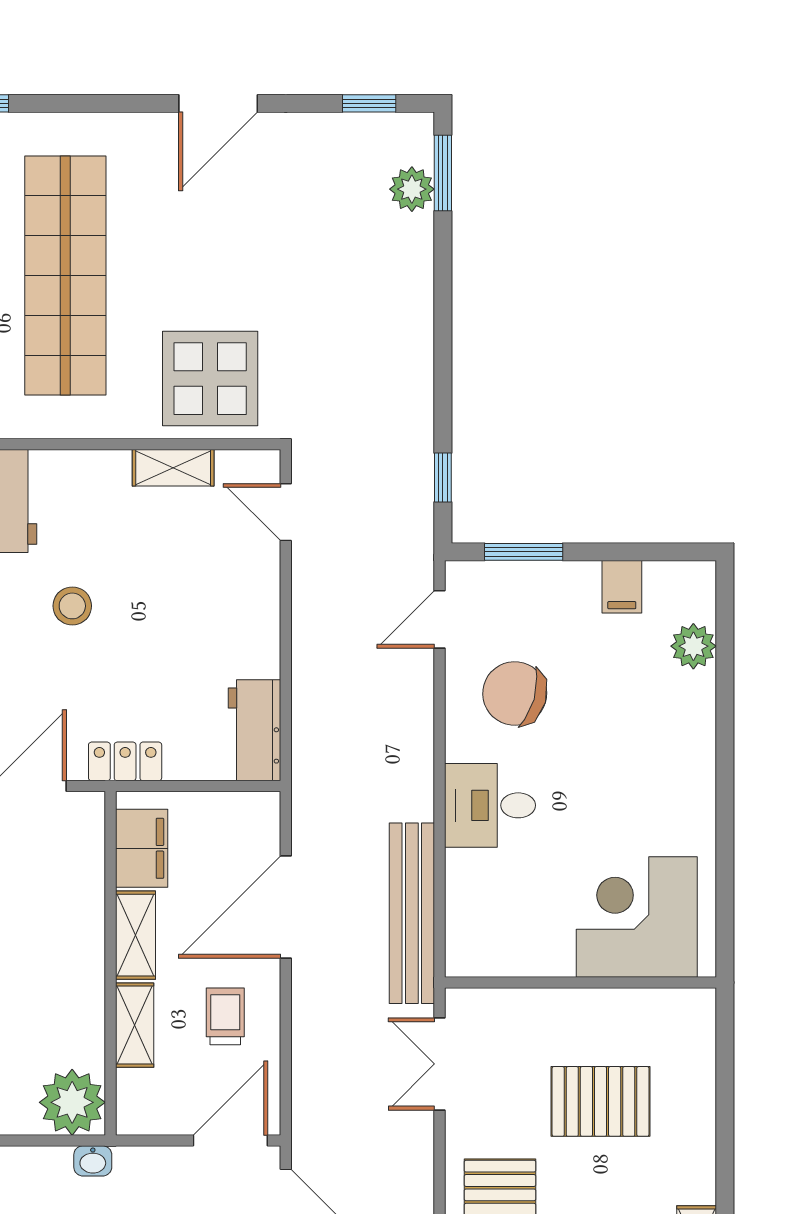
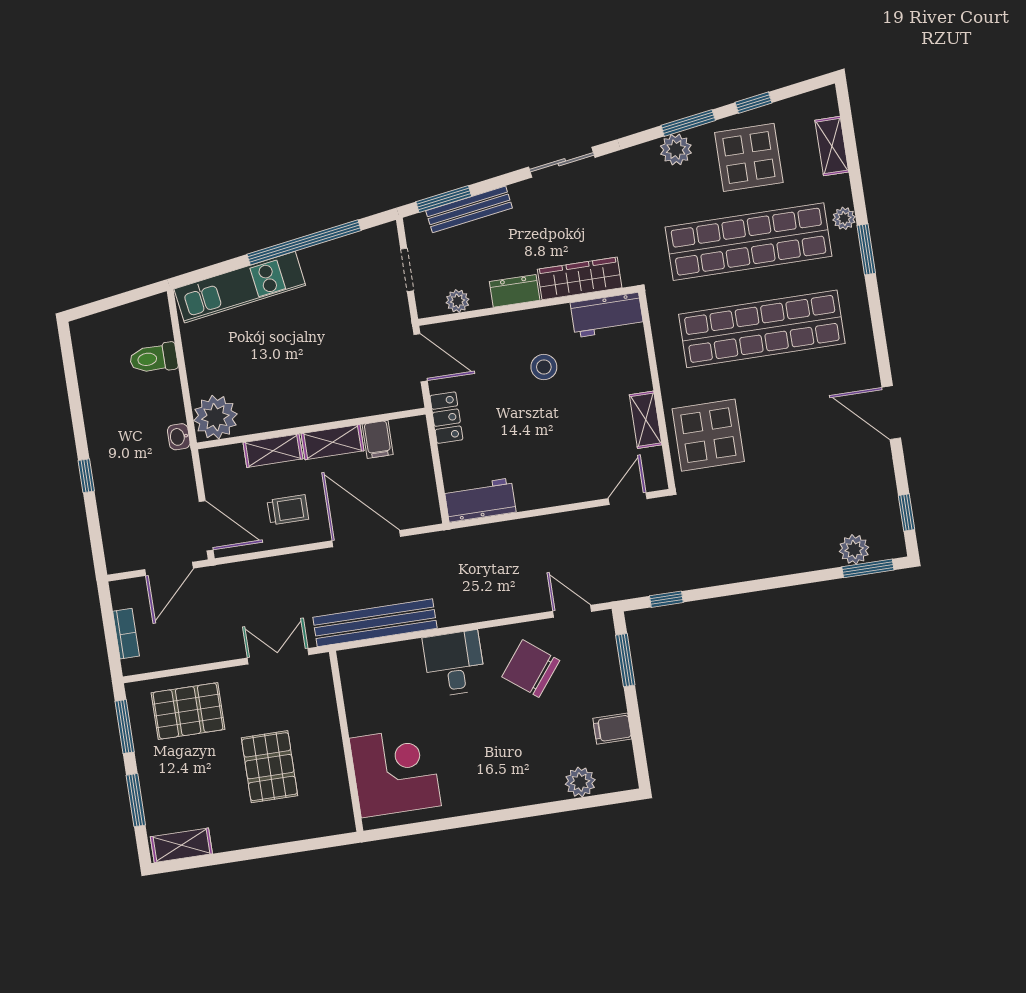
chair: (515, 693) -> (531, 669), turned -68
filing cabinet: (142, 848) -> (378, 439), width x0.50

